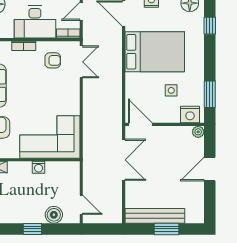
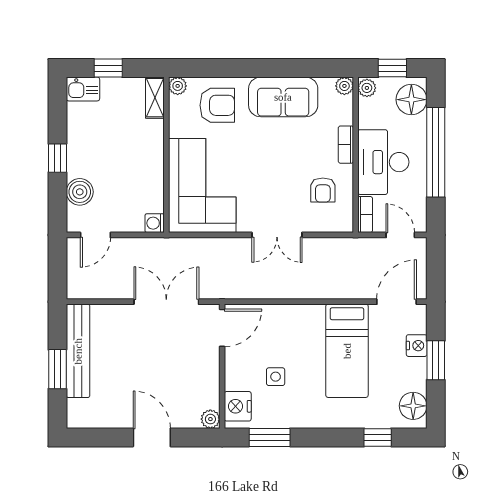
bed: (155, 52) -> (347, 351), width x0.67
double door: (81, 62) -> (277, 235), moved
double door: (124, 160) -> (166, 302), swing flipped
washing machine: (39, 167) -> (155, 223), moved

